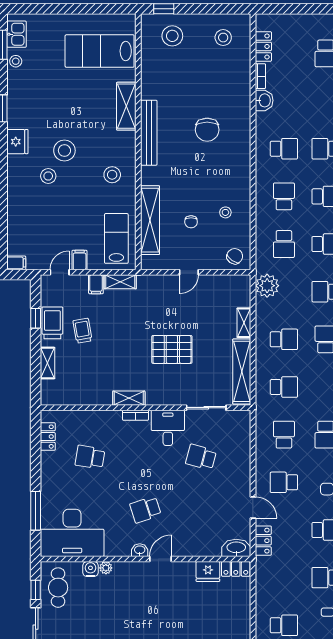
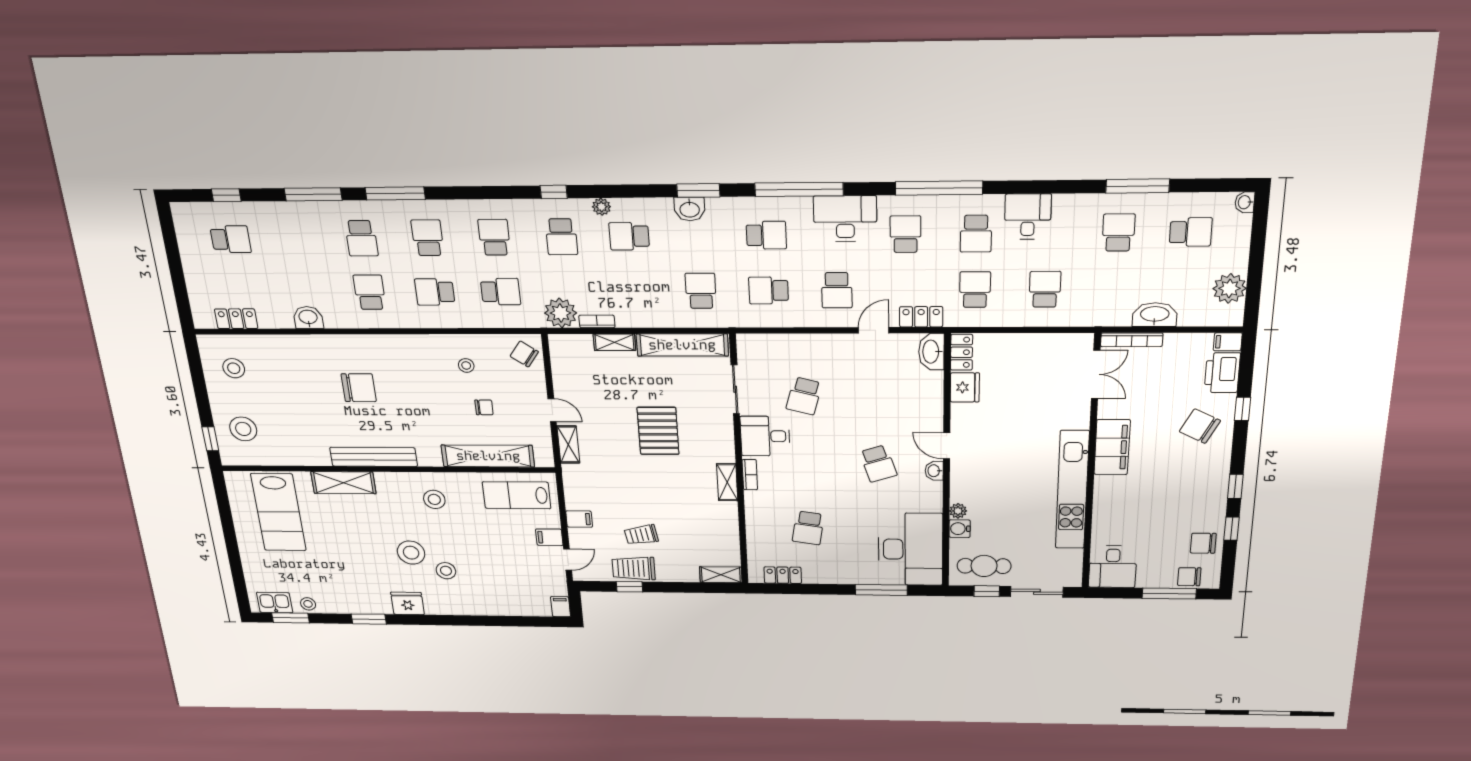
bookcase: (260, 76) -> (597, 321), moved
door: (60, 272) -> (568, 560), swing flipped
shelving: (120, 282) -> (568, 444), moved
school desk: (284, 339) -> (975, 290), moved
shelving: (48, 363) -> (721, 575), moved

